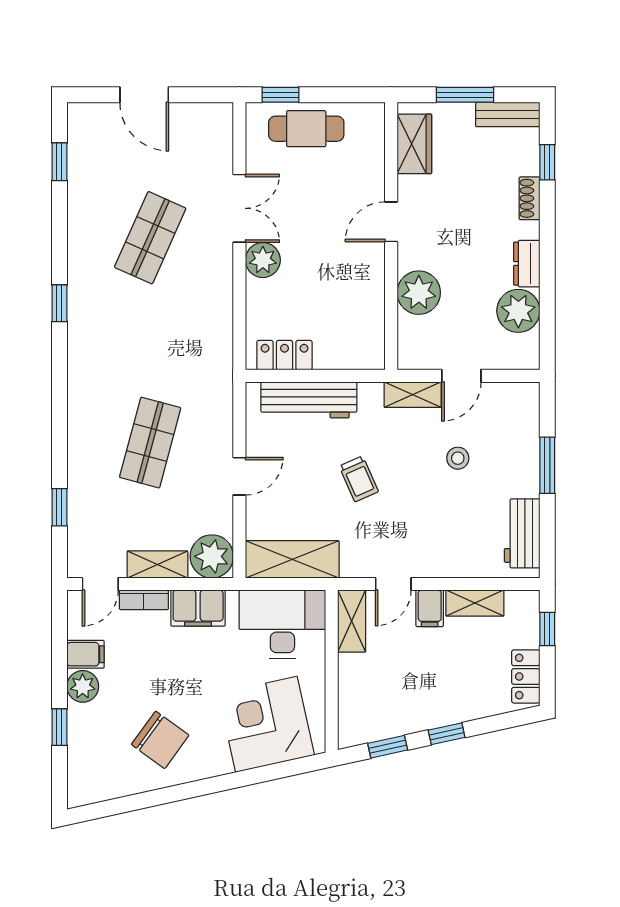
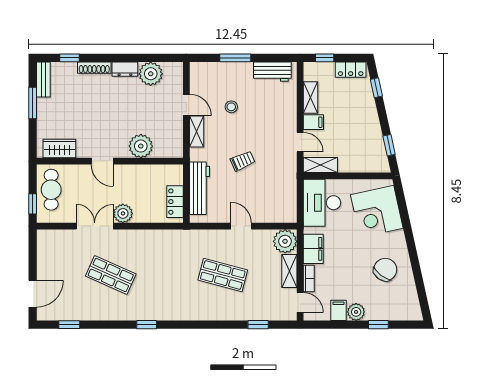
door: (144, 95) -> (33, 294), moved
wardrobe: (414, 144) -> (59, 148), moved
shoe rack: (530, 198) -> (94, 68), width x1.43
door: (391, 222) -> (102, 161), moved
wall: (391, 236) -> (110, 161), moved
plant: (419, 293) -> (141, 146), moved
shelving: (292, 559) -> (287, 197), removed
window: (447, 734) -> (376, 88), moved

